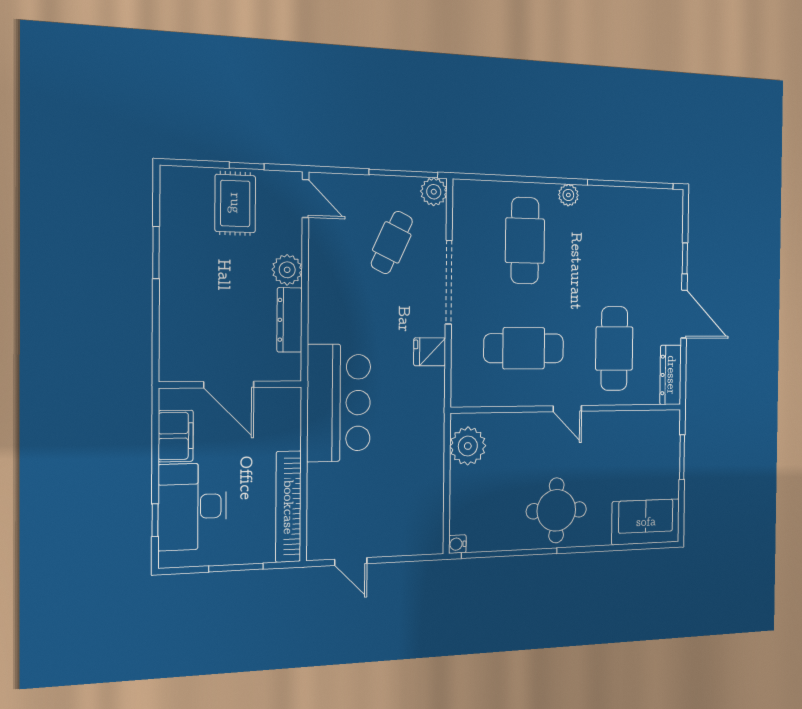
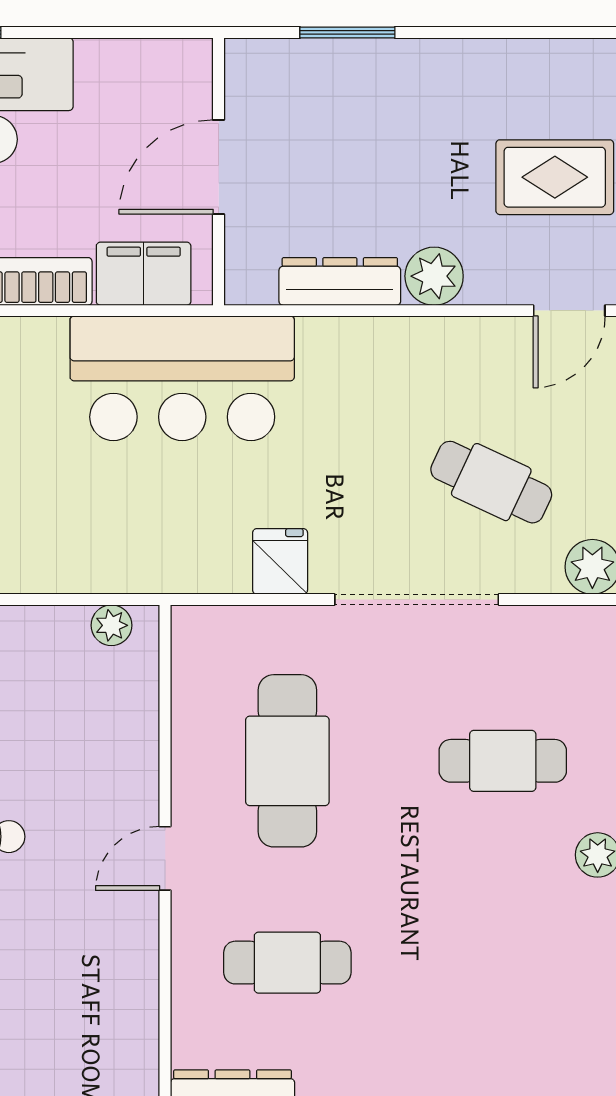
cafe table: (525, 241) -> (503, 761), width x0.73, depth x0.74
window: (156, 253) -> (347, 32), moved
cafe table: (614, 348) -> (287, 963), width x0.73, depth x0.74
filing cabinet: (176, 436) -> (144, 274), moved, turned 180
plant: (468, 446) -> (111, 625), width x0.53, depth x0.53

